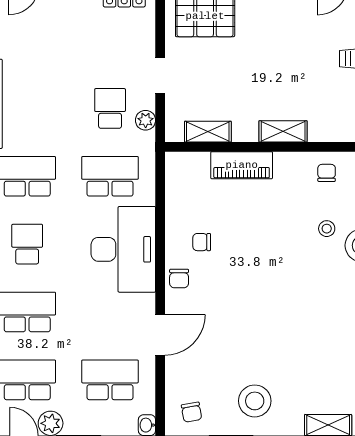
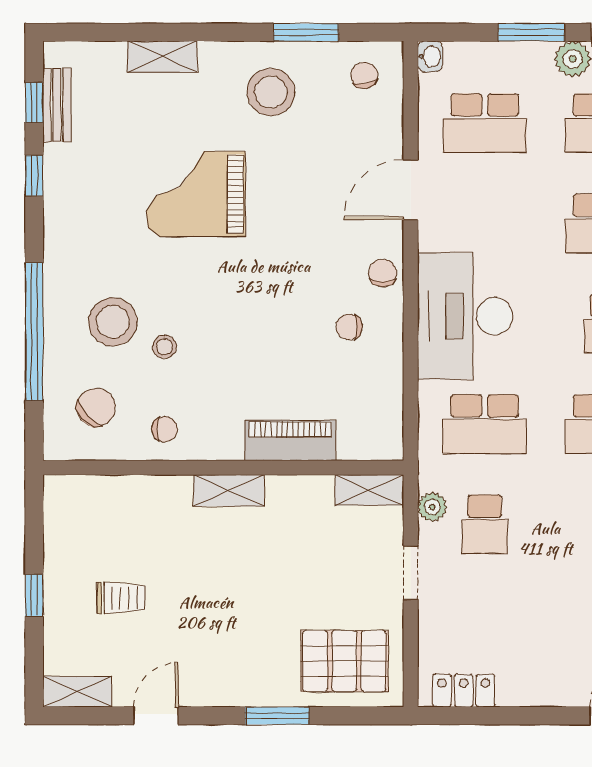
shelving: (208, 132) -> (369, 490), moved
chair: (327, 173) -> (165, 429), turned -90
chair: (202, 242) -> (349, 327), turned 180
grand piano: (305, 332) -> (196, 194), added

